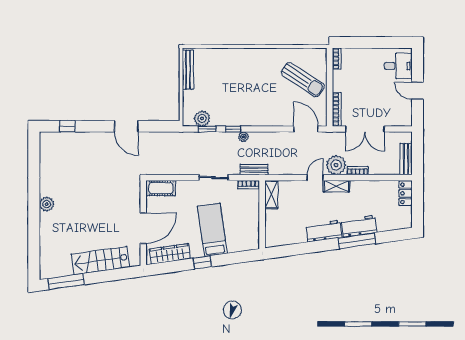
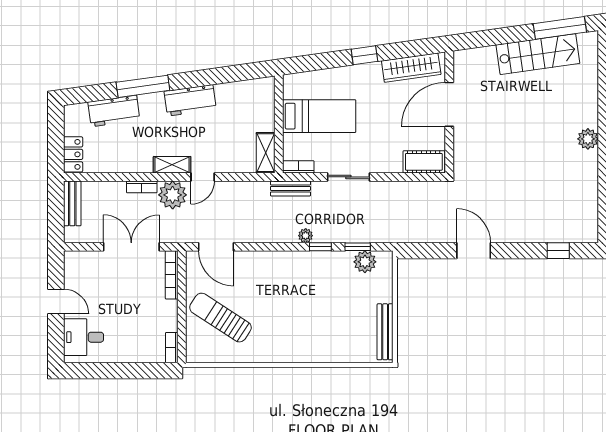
workbench: (359, 226) -> (114, 111), moved
bed: (212, 230) -> (319, 116), moved, turned -82
stairs: (100, 261) -> (538, 54), moved

